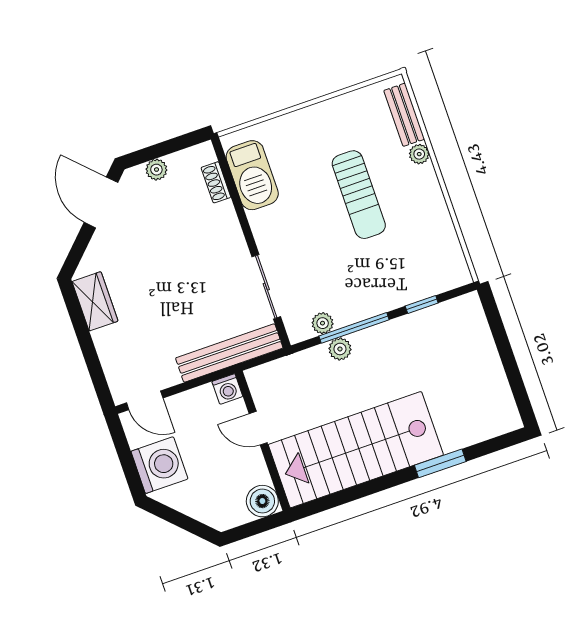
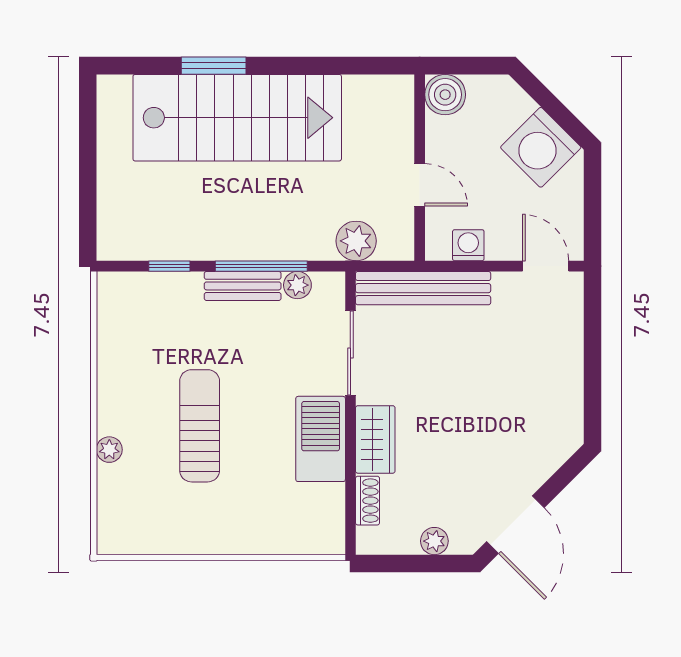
bench: (404, 115) -> (243, 286), moved, turned 90
barbecue: (252, 175) -> (321, 439), moved
wardrobe: (95, 301) -> (375, 439), moved, turned 180
plant: (340, 349) -> (356, 241), moved, width x1.38, depth x1.38
washing machine: (227, 389) -> (468, 245), moved
stairs: (356, 450) -> (237, 118), moved
washing machine: (159, 465) -> (541, 147), moved, turned -45

